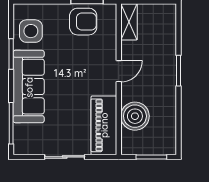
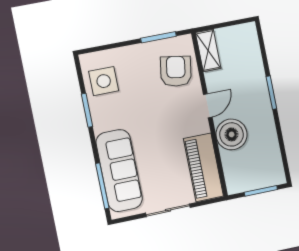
armchair: (83, 22) -> (176, 71), moved, turned -81
sofa: (29, 87) -> (119, 171), moved
boiler: (135, 116) -> (232, 134), moved

